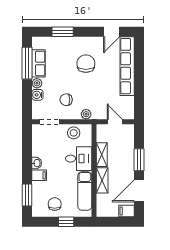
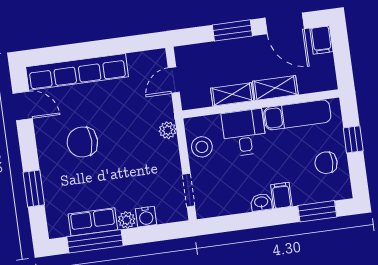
chair: (66, 100) -> (148, 167), removed

